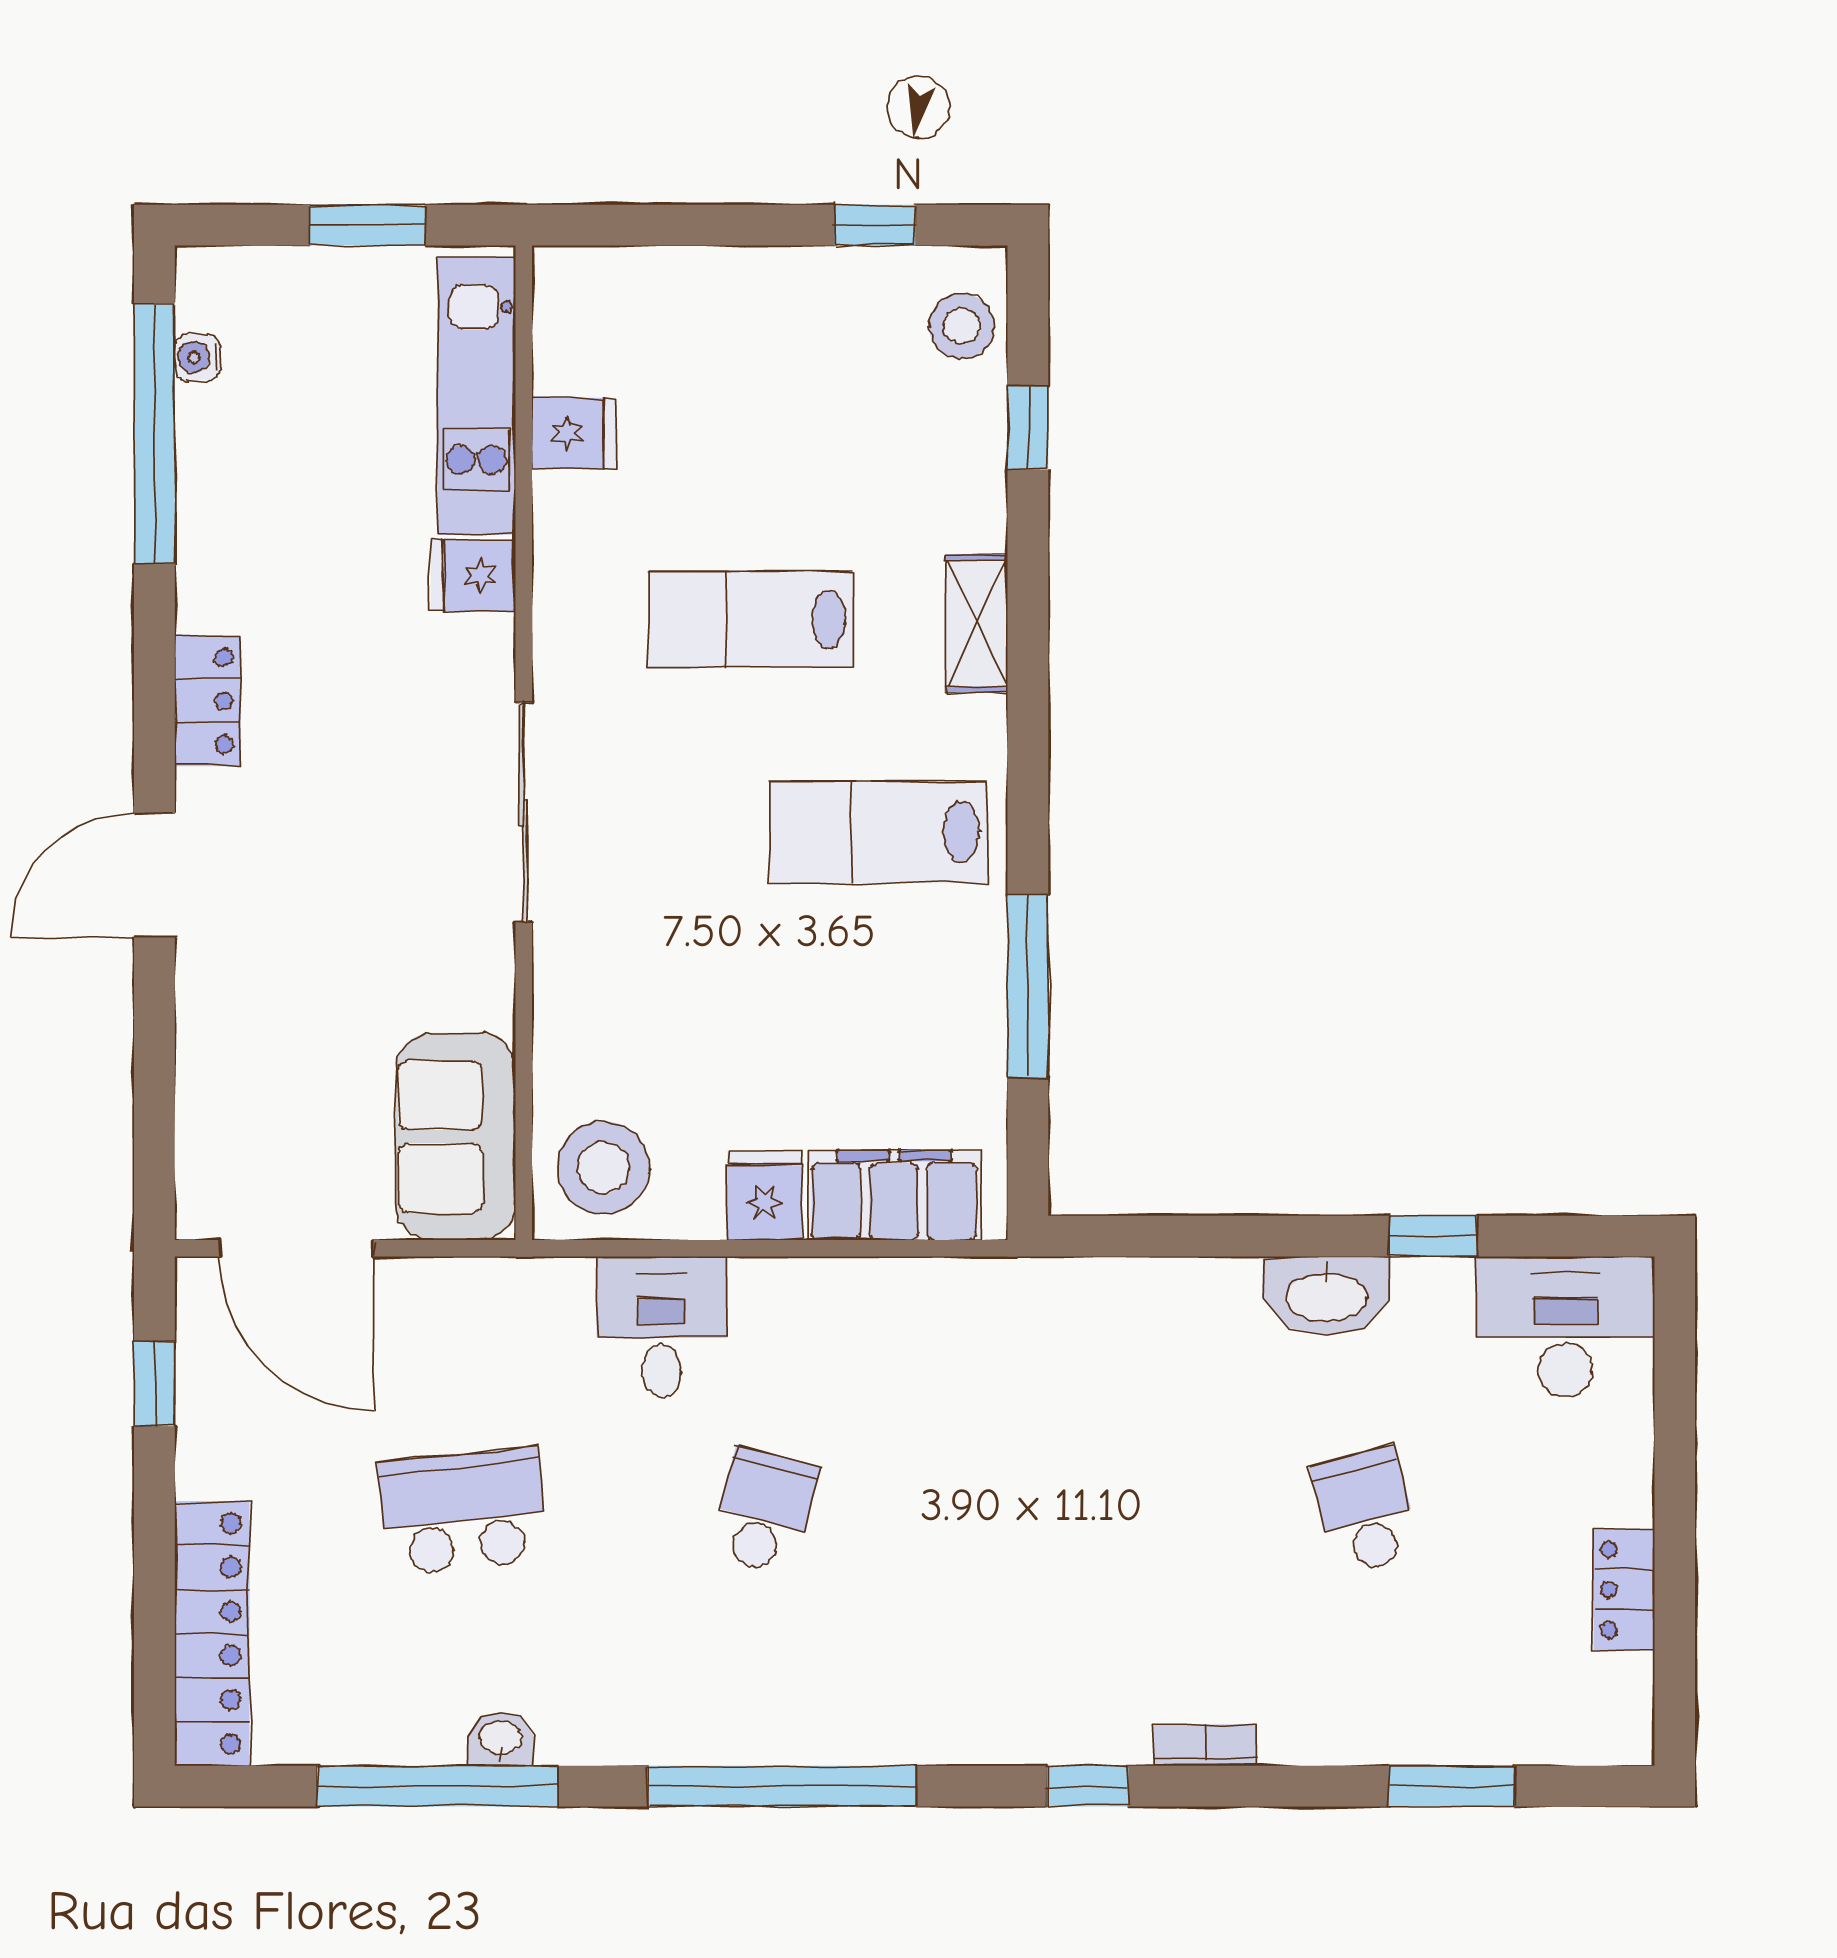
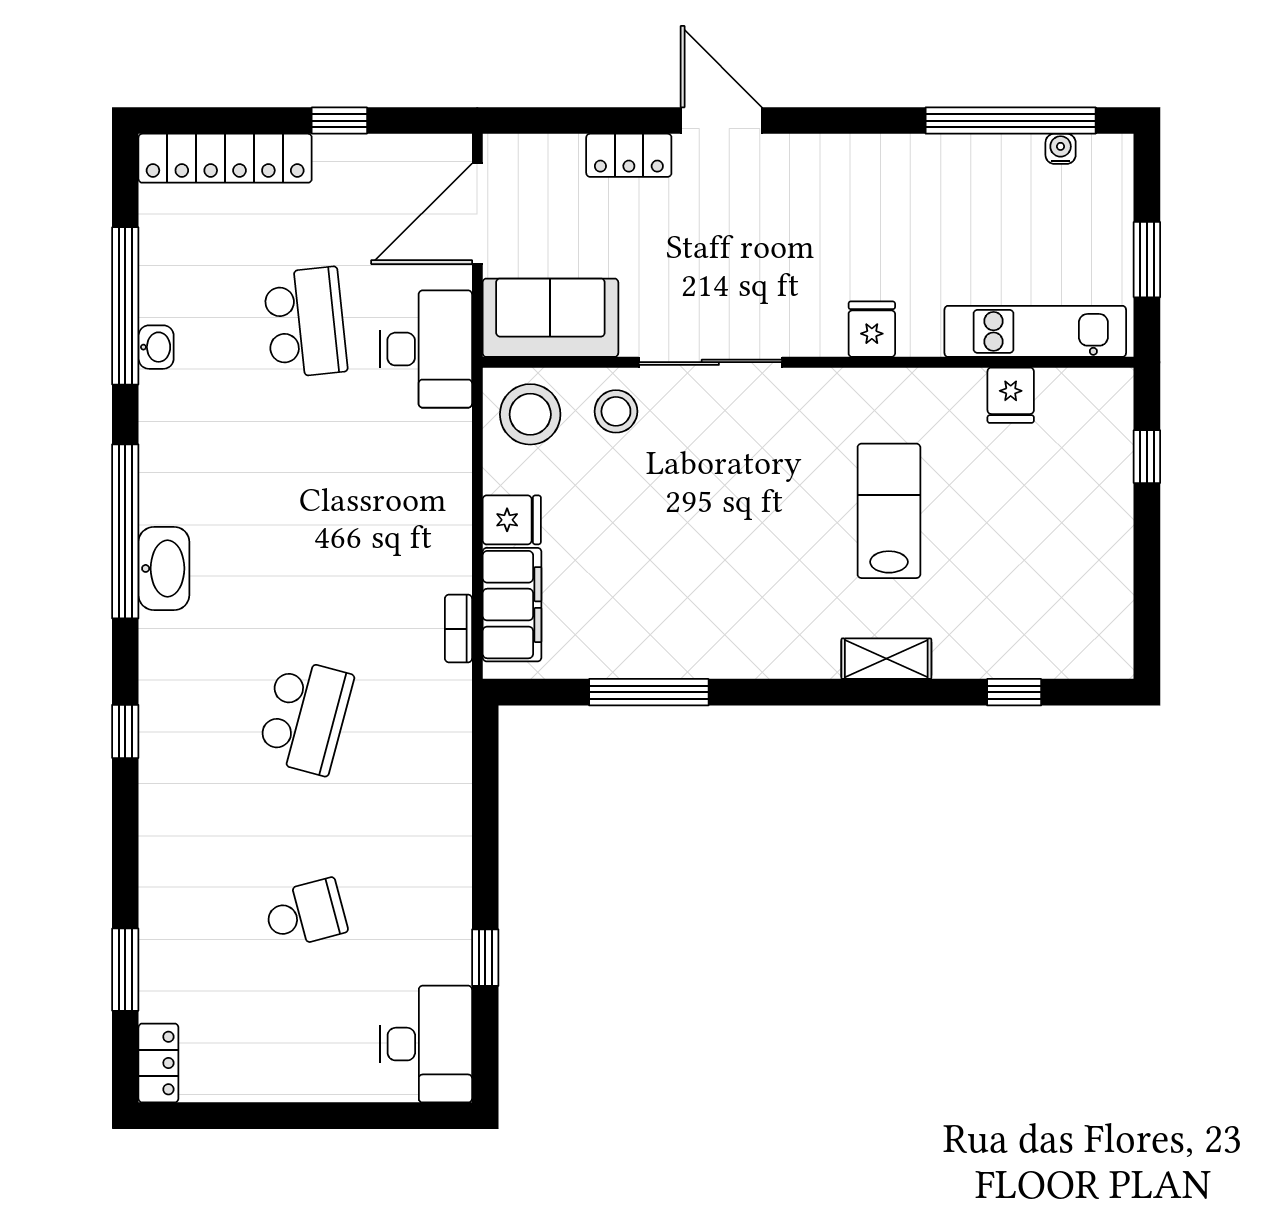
window: (875, 225) -> (1147, 457), moved
stool: (962, 326) -> (616, 411), moved
fridge: (473, 575) -> (872, 329), moved
locker: (207, 701) -> (629, 155), moved
sliding door: (524, 812) -> (710, 362), moved
lab bench: (878, 832) -> (750, 594), removed
washbasin: (1326, 1295) -> (164, 568), moved, turned 180
desk: (662, 1327) -> (426, 349), moved, width x1.37
window: (154, 1384) -> (339, 121), moved
school desk: (764, 1511) -> (305, 717), moved, width x1.85
locker: (1624, 1590) -> (158, 1063), moved, turned 90
bookcase: (1205, 1745) -> (458, 629), moved, turned 180

